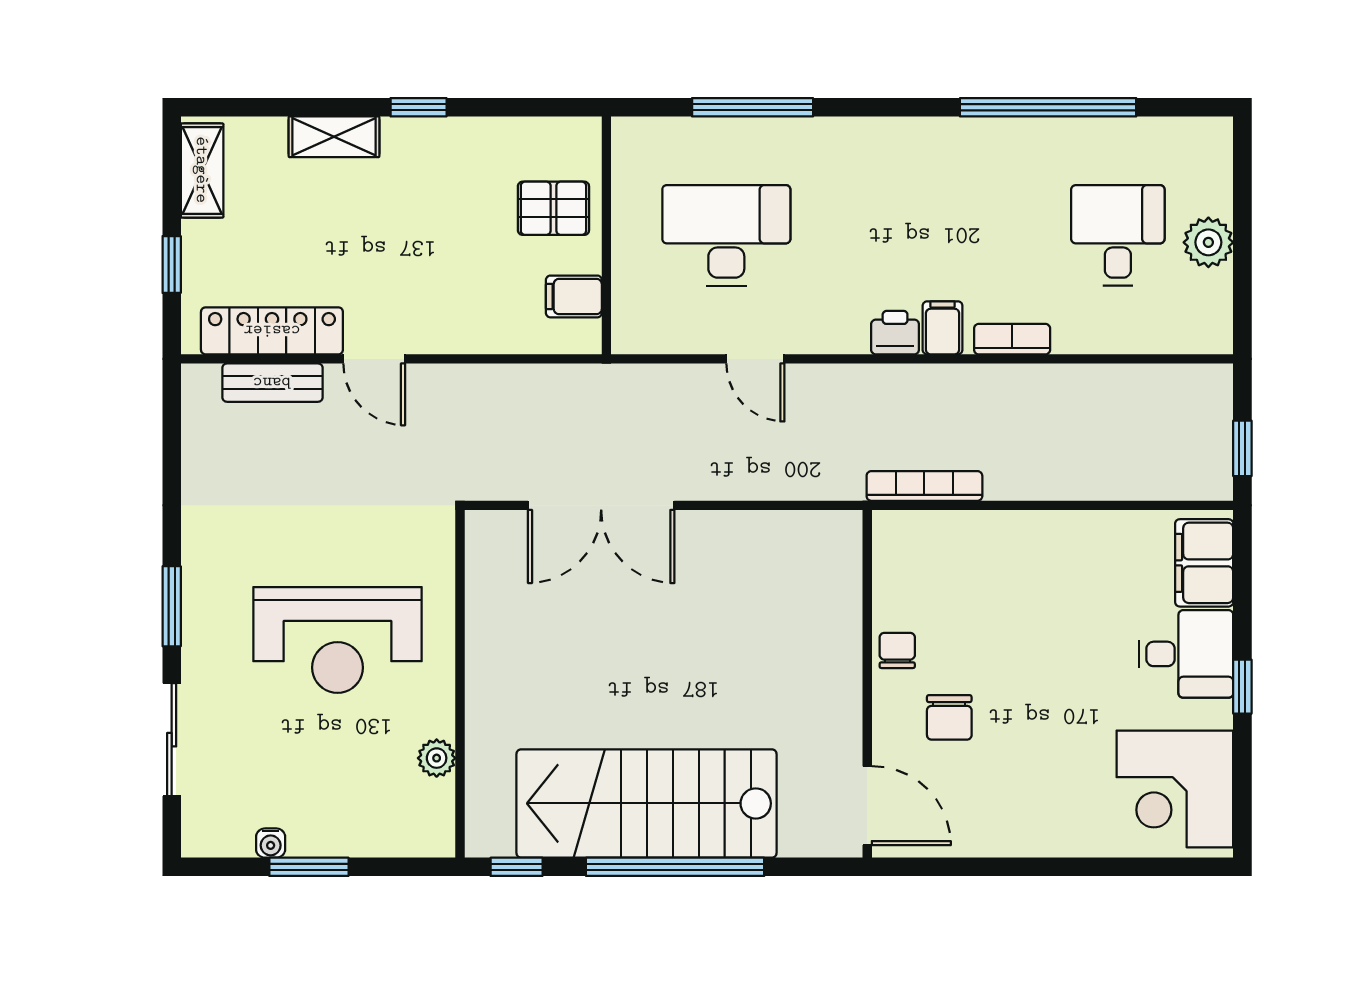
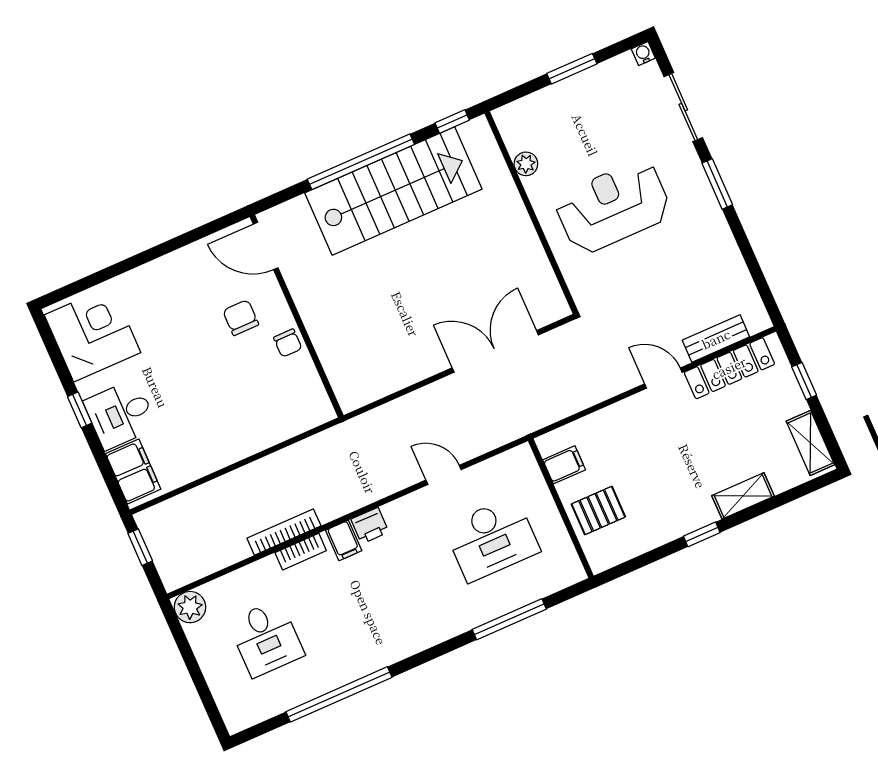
plant: (1208, 242) -> (190, 607), moved
bookcase: (924, 486) -> (284, 532), moved, turned 180
water cooler: (271, 843) -> (643, 54), moved

